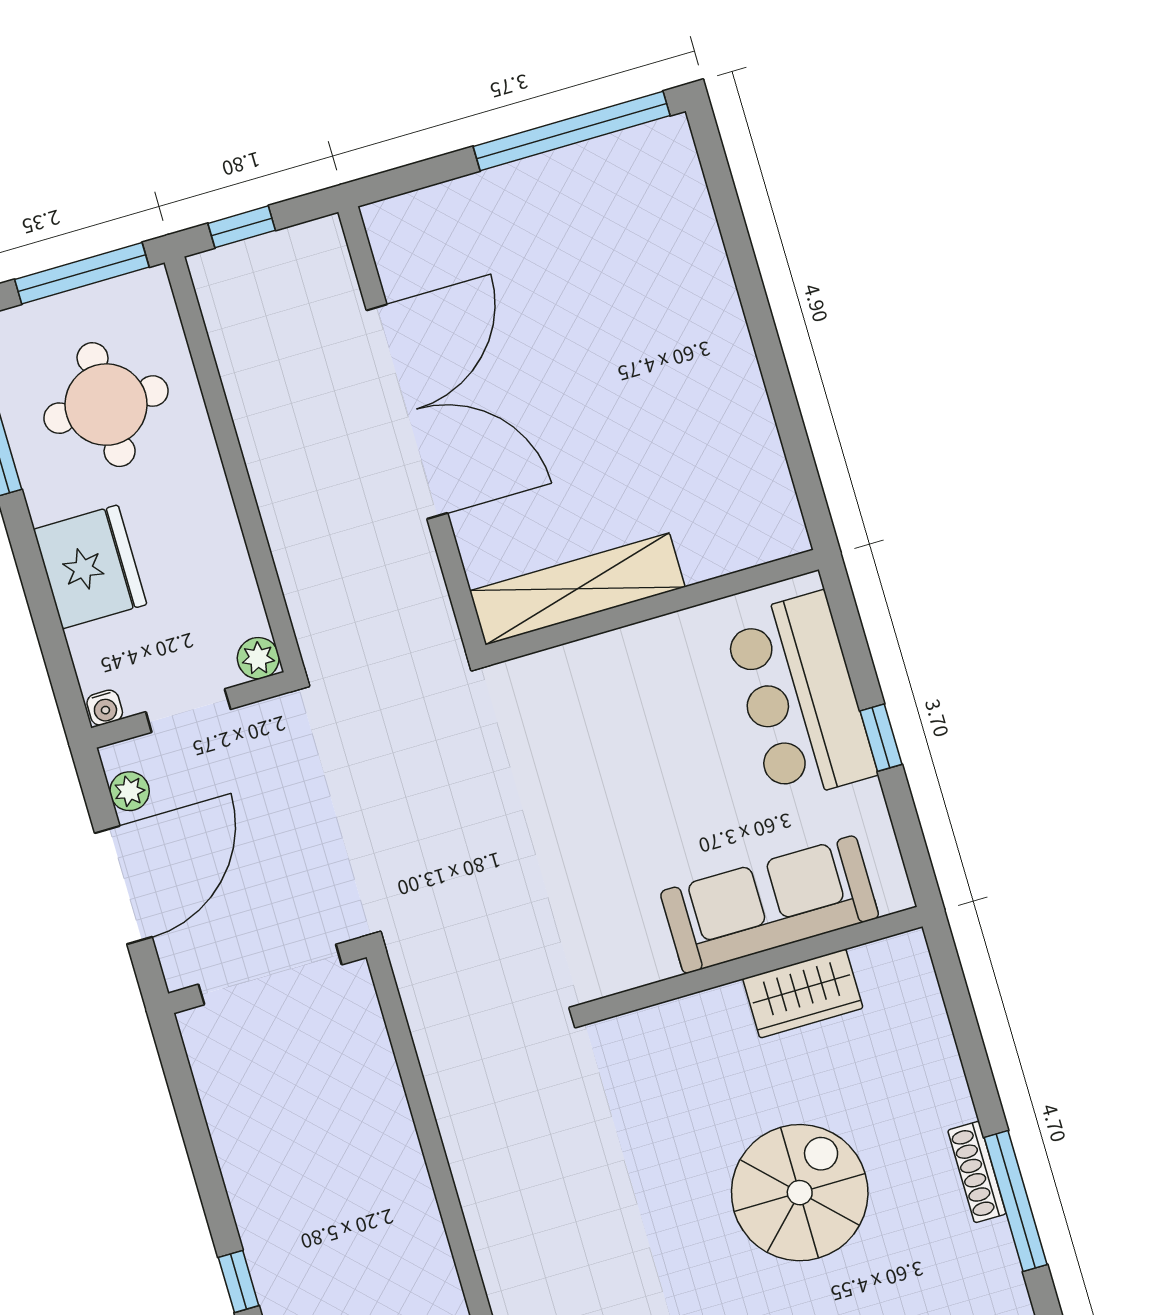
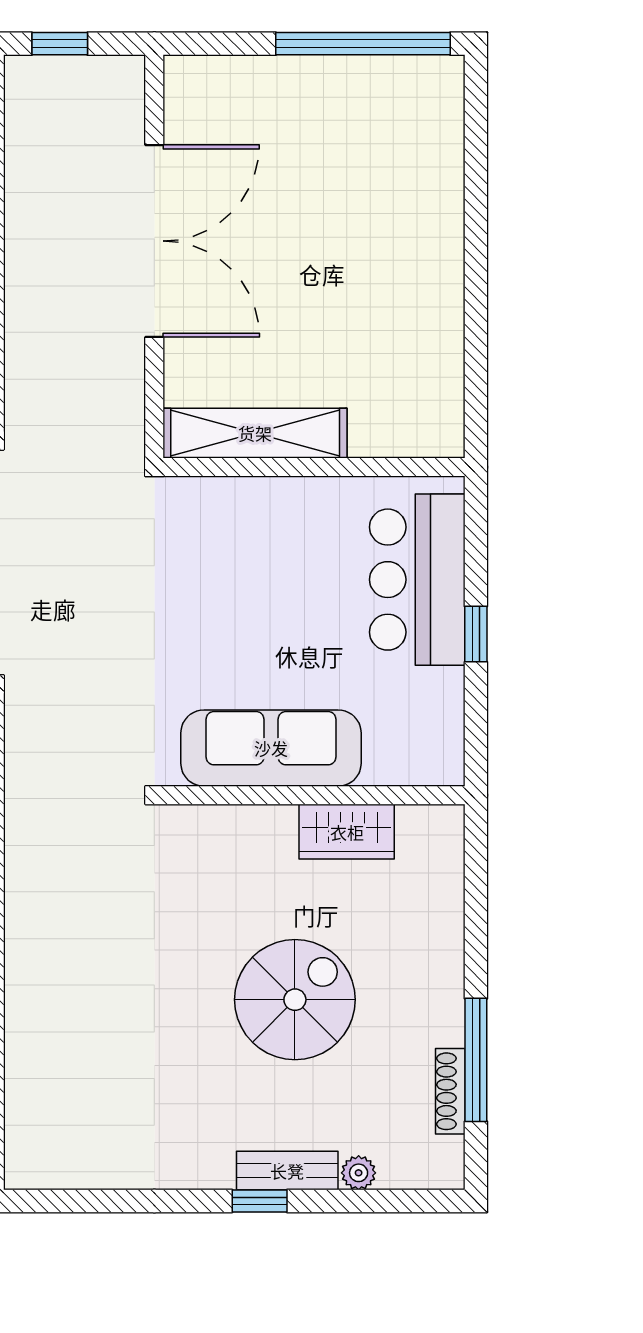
sofa: (770, 905) -> (271, 748), moved
shoe rack: (977, 1172) -> (450, 1091), moved

